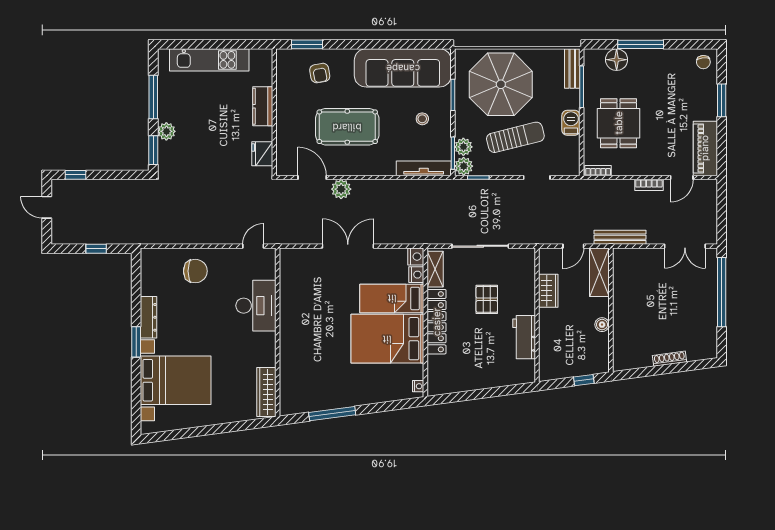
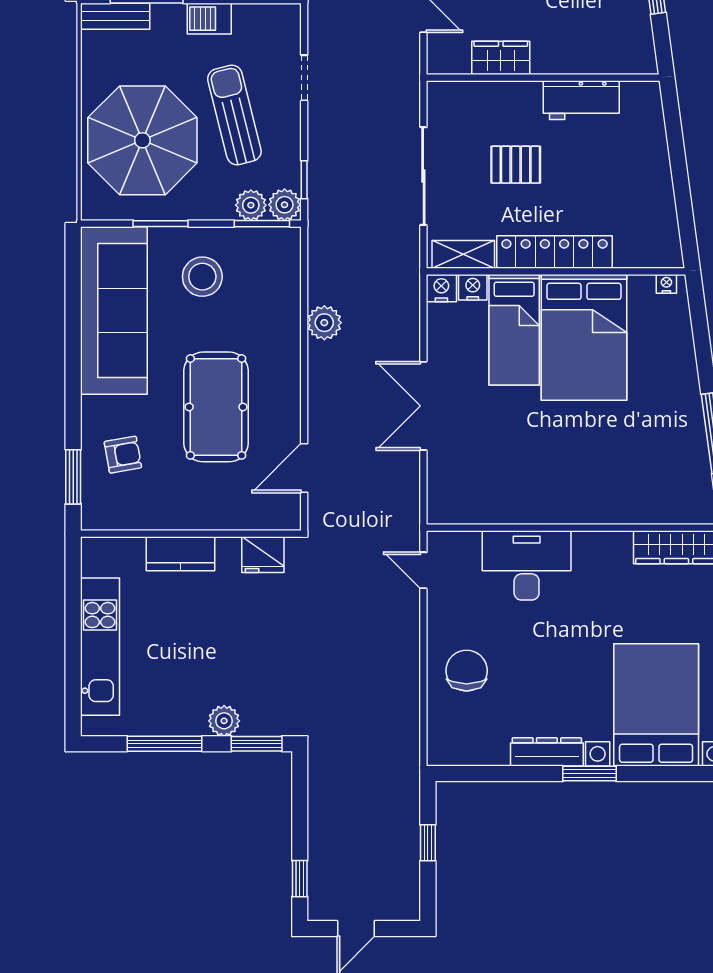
stool: (422, 119) -> (202, 277), width x1.89, depth x1.89
tv unit: (424, 168) -> (288, 274), removed
plant: (341, 189) -> (324, 323), moved

